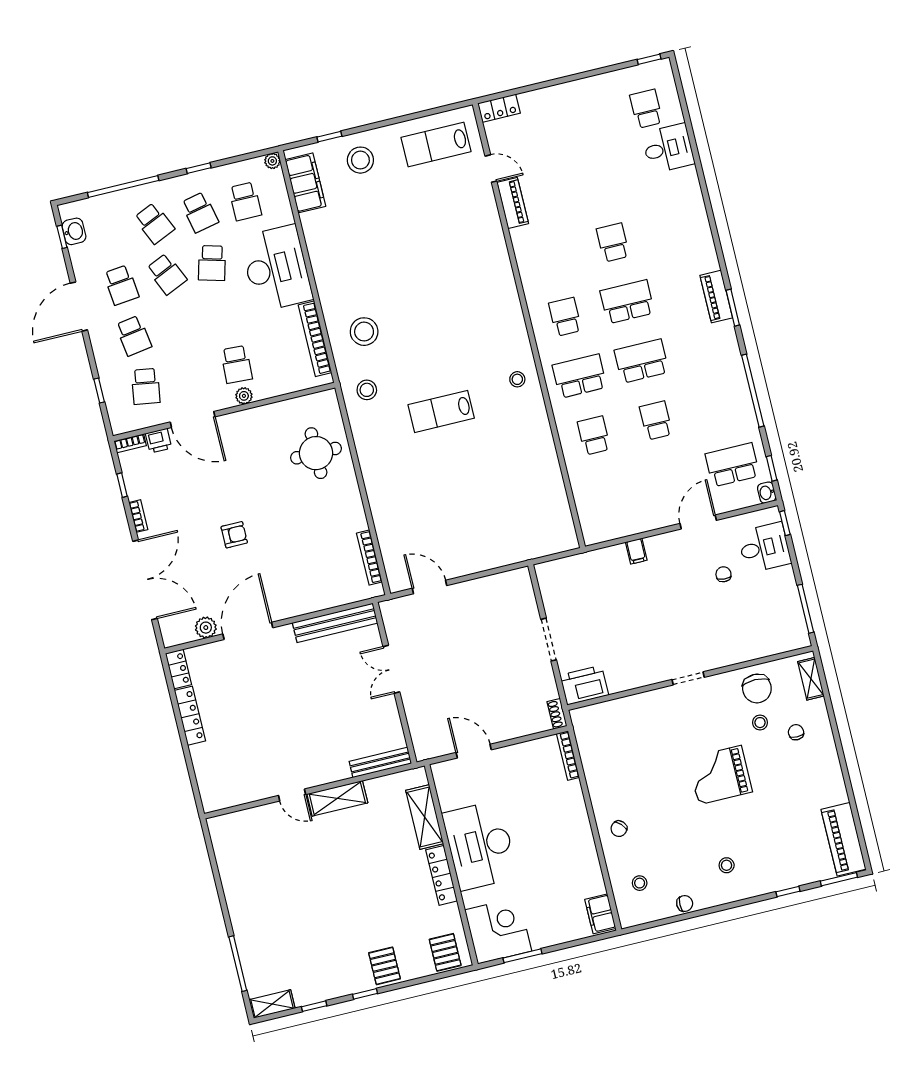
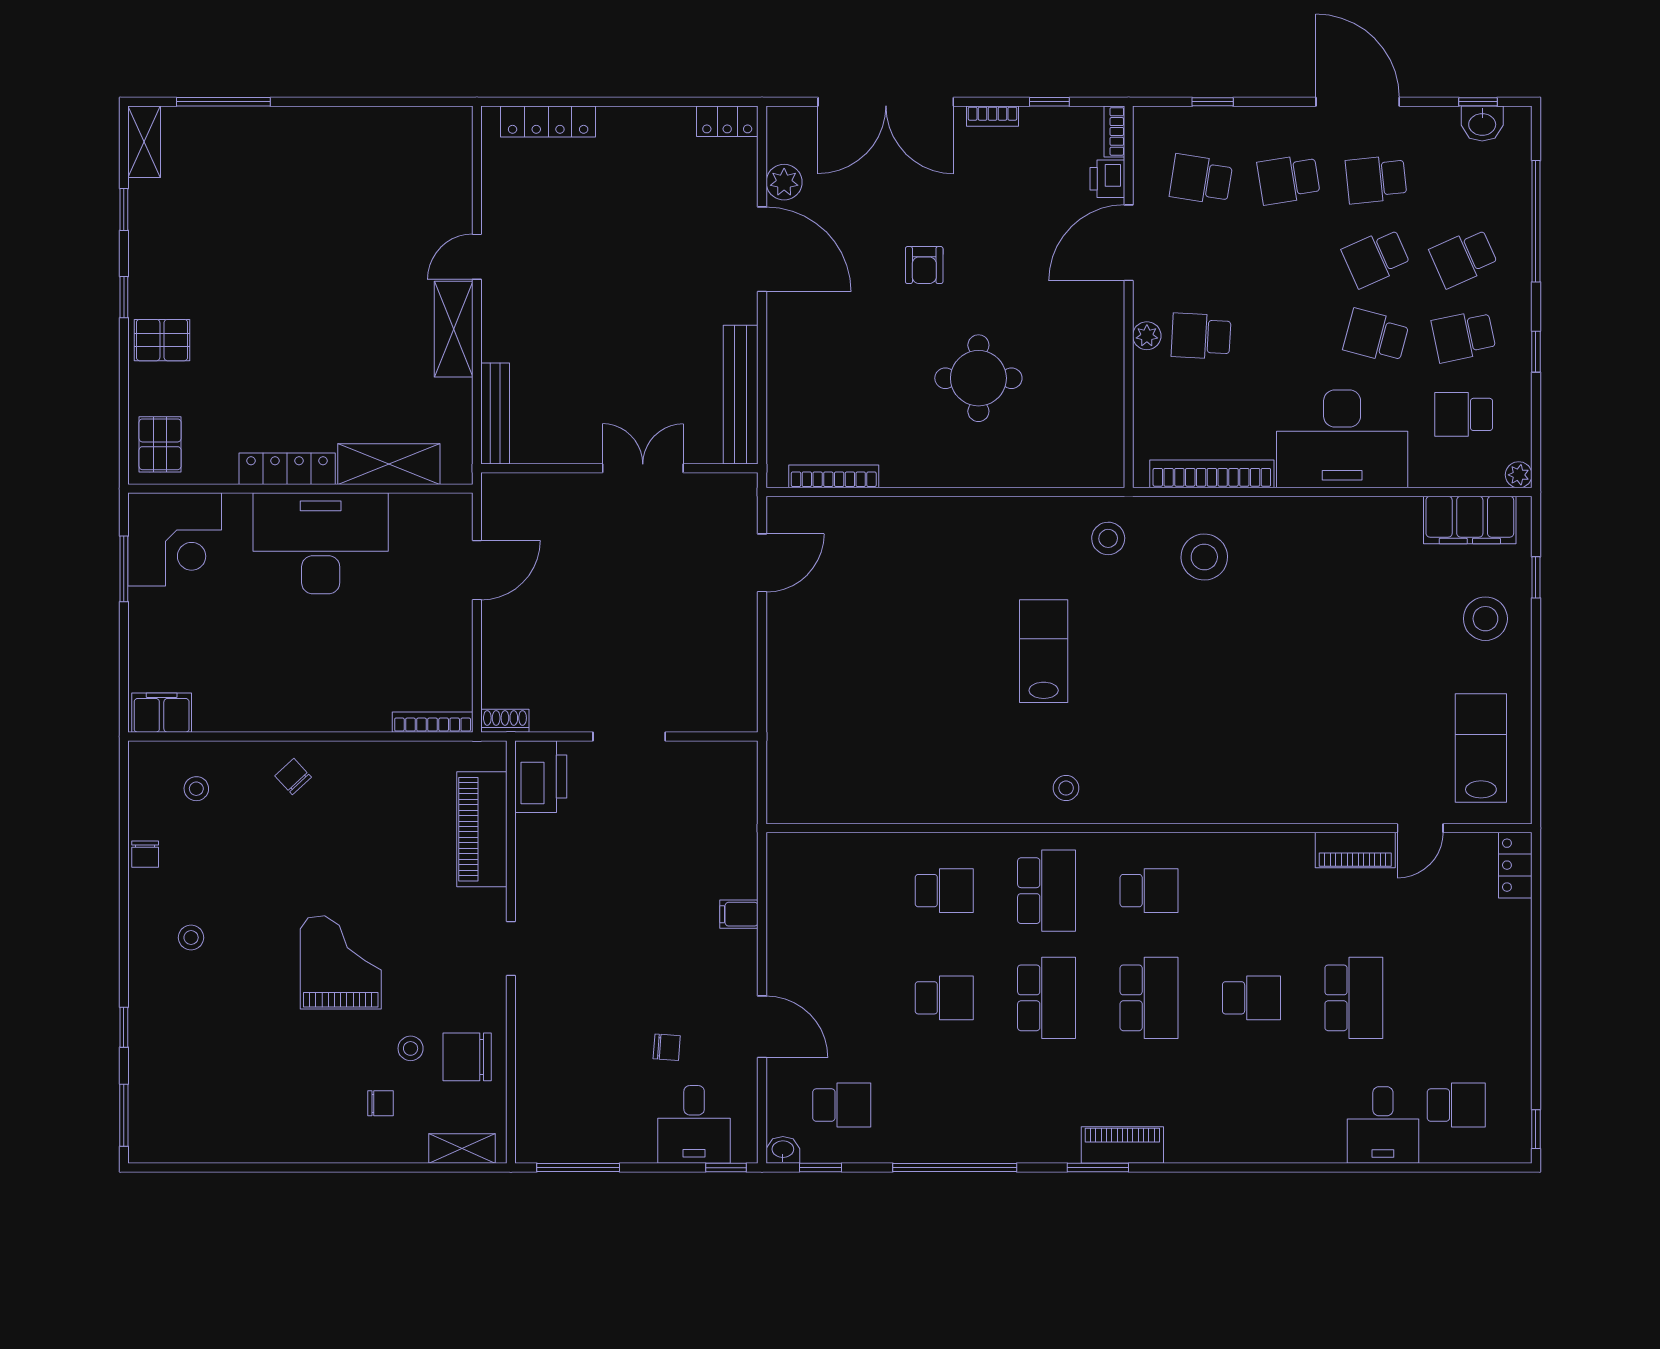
school desk: (599, 183) -> (1354, 998), added
round table: (316, 453) -> (978, 378), moved
school desk: (732, 465) -> (842, 1105), width x0.54
locker: (190, 716) -> (548, 121), moved
piano: (843, 839) -> (482, 829), moved, turned -90
pallet: (445, 952) -> (160, 444), turned 90

